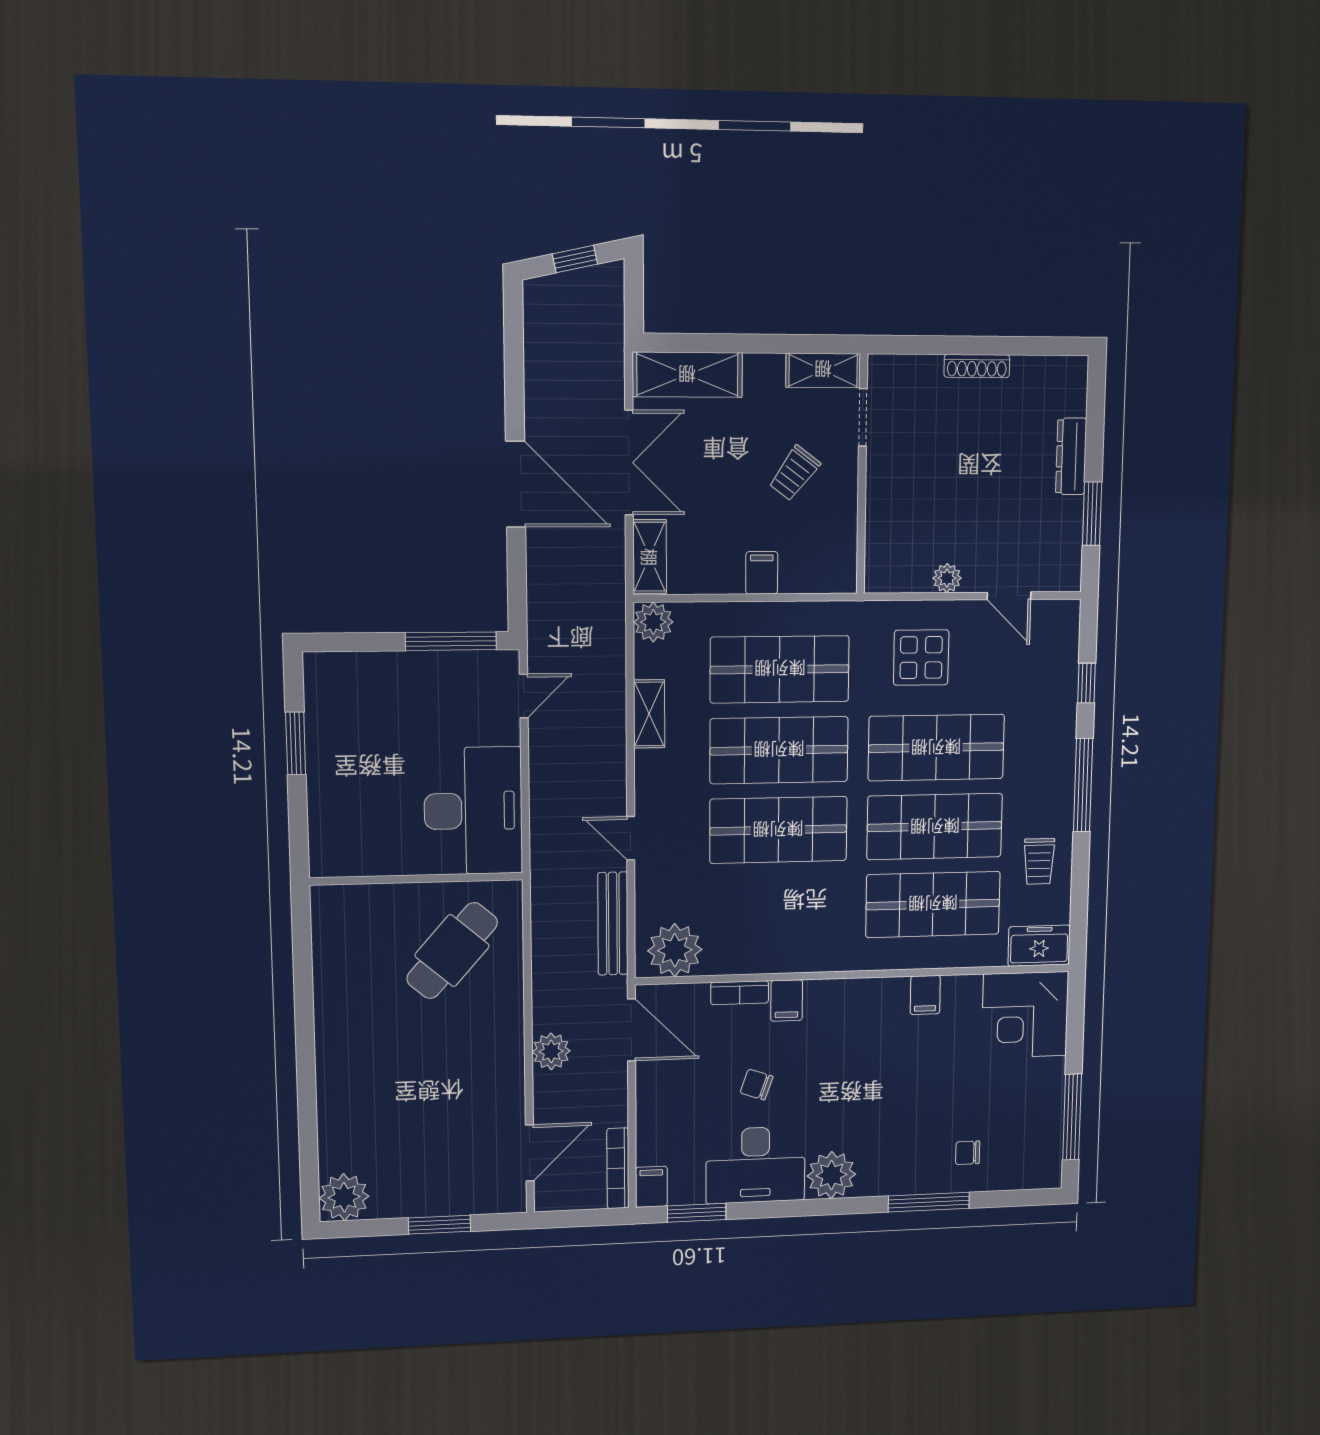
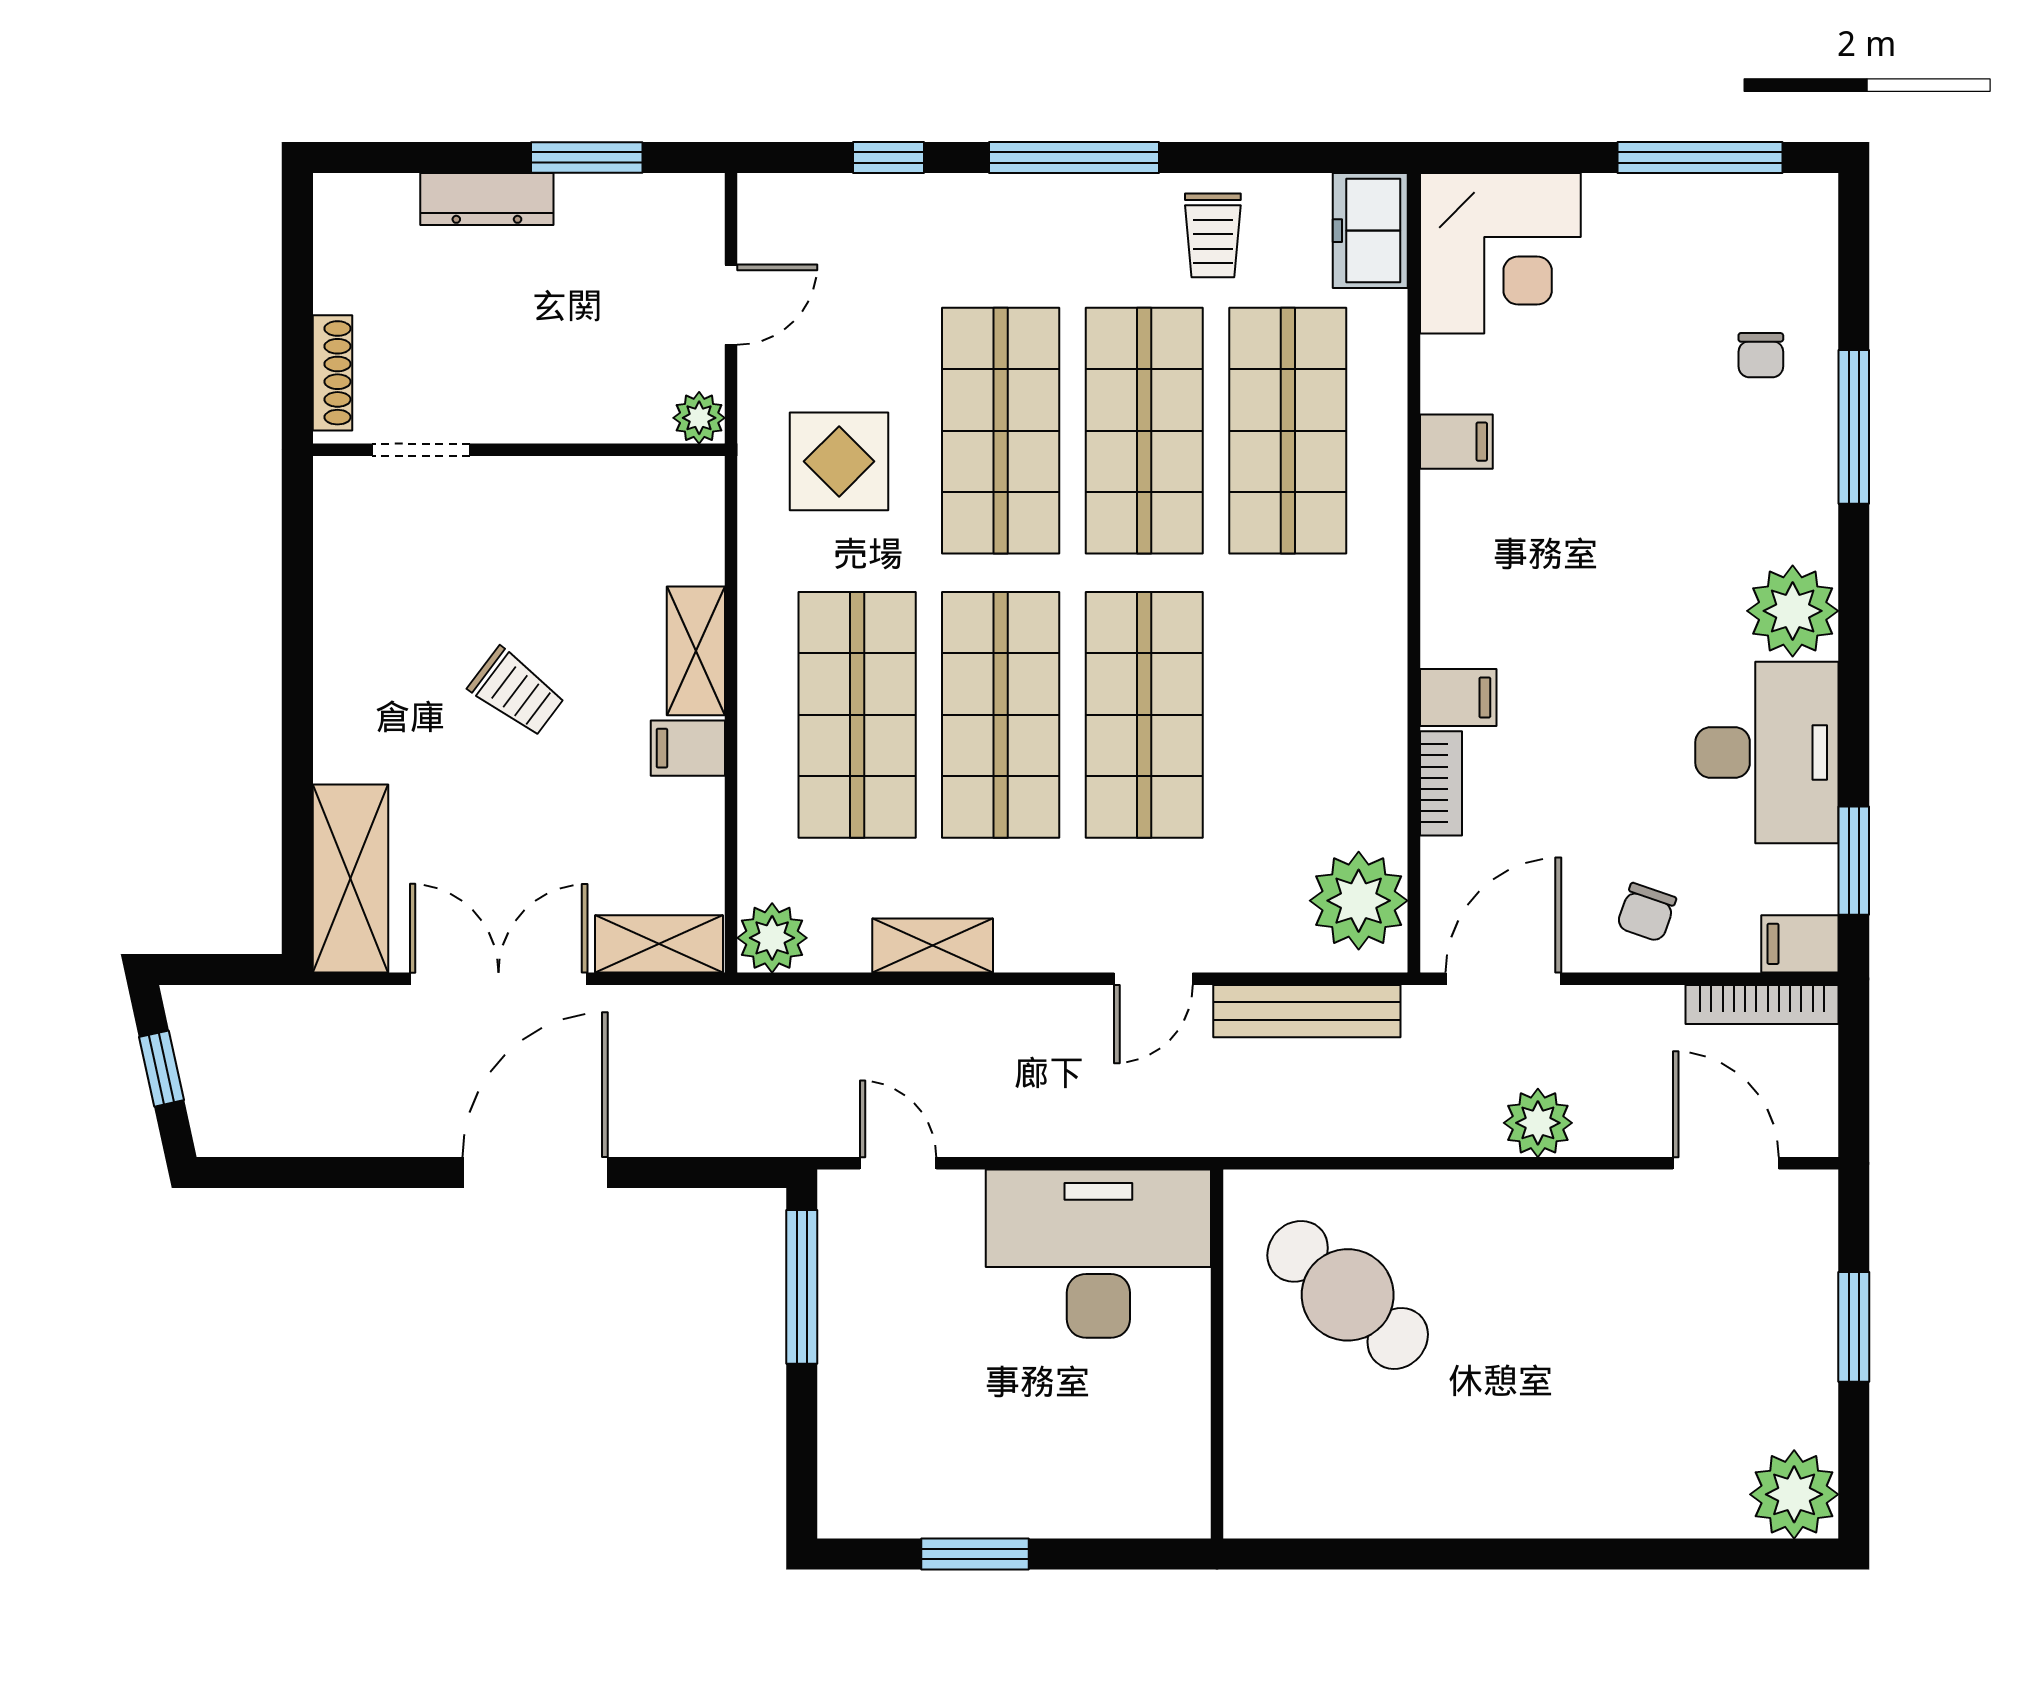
shelving: (823, 370) -> (696, 651), moved
doorway: (863, 417) -> (421, 450), moved
wall: (862, 475) -> (519, 450), moved
trolley: (1039, 861) -> (1213, 235), turned 90
chair: (757, 1085) -> (1646, 912), moved

